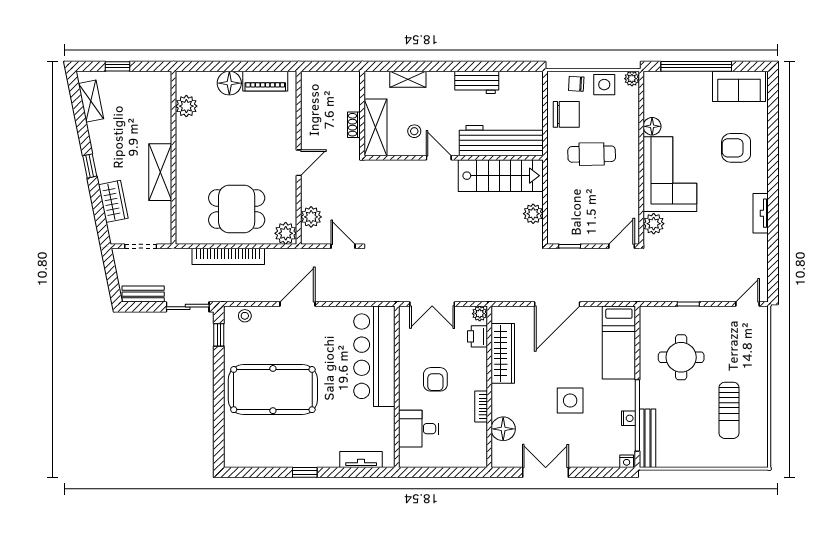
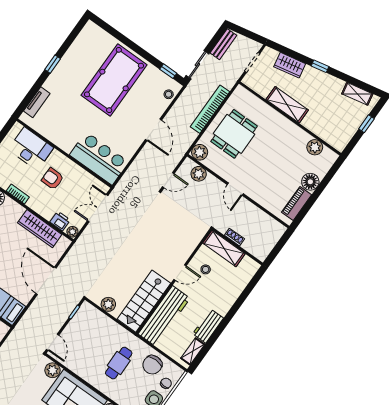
shelving: (408, 79) -> (193, 351), moved
bar counter: (374, 356) -> (99, 158), width x0.73
desk: (419, 429) -> (31, 149), width x1.37

